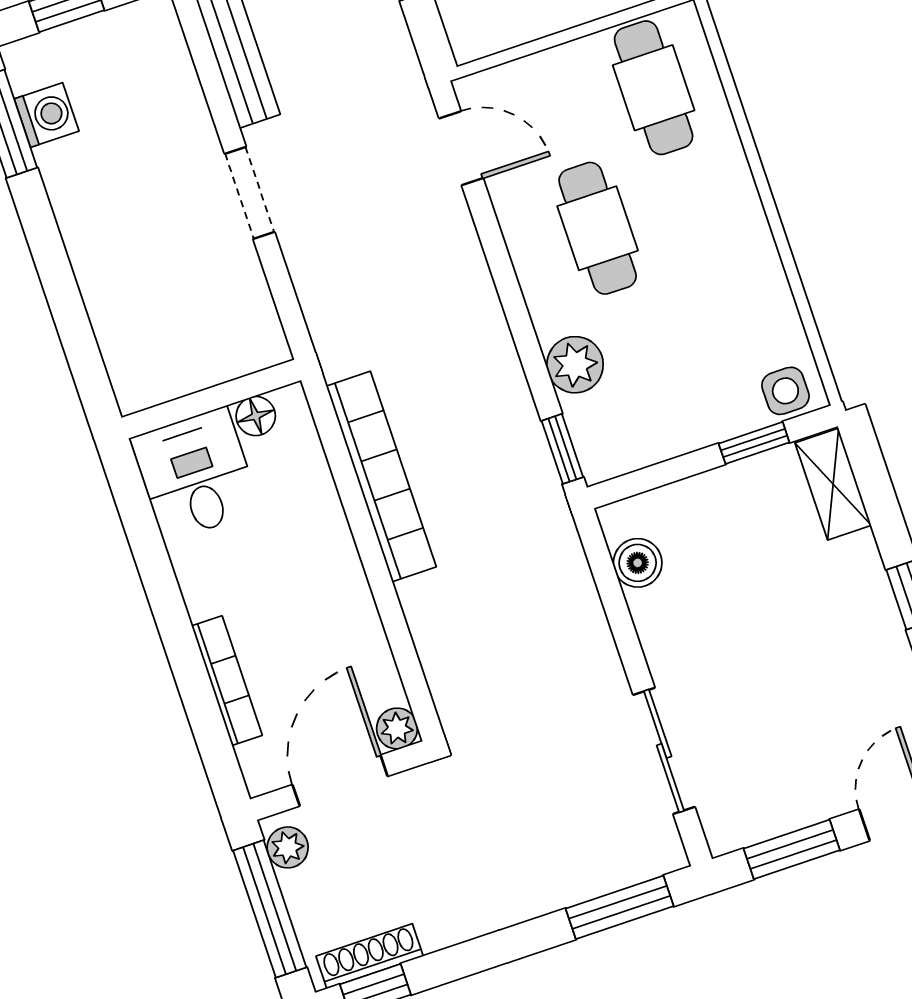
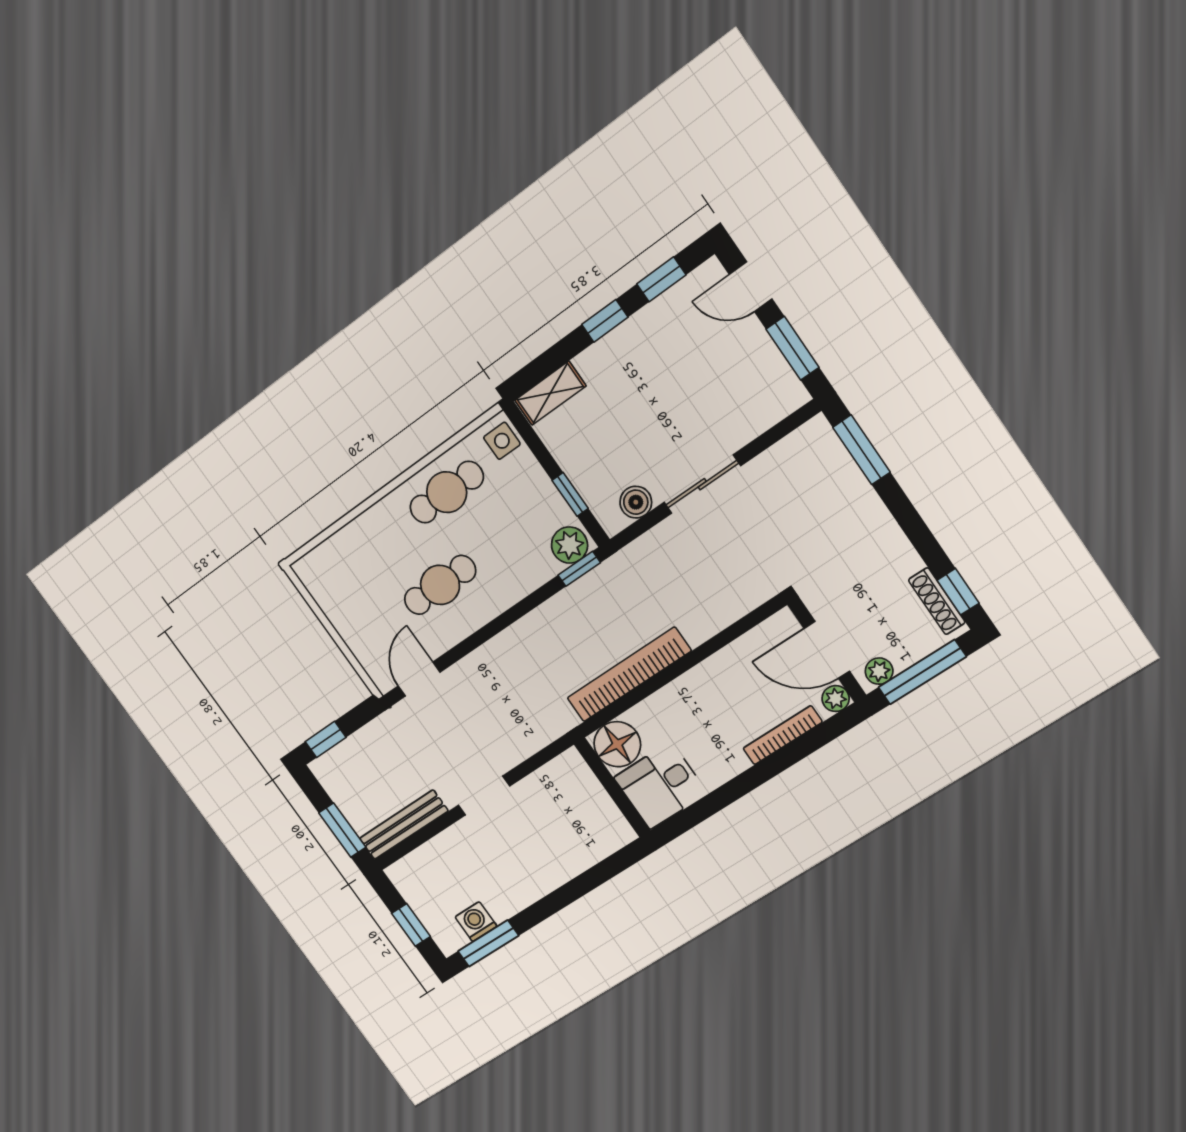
cafe table: (654, 88) -> (447, 492), moved
plant: (575, 365) -> (569, 545), moved
floor lamp: (256, 416) -> (617, 744), width x1.89, depth x1.89
window: (754, 443) -> (570, 494), moved
plant: (397, 728) -> (836, 699), moved
sliding door: (664, 751) -> (702, 484), moved

